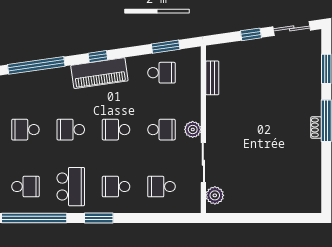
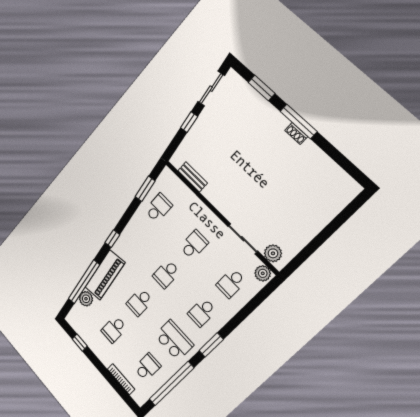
piano: (99, 73) -> (105, 275), moved
plant: (24, 81) -> (86, 299), added
plant: (193, 129) -> (263, 273), moved

